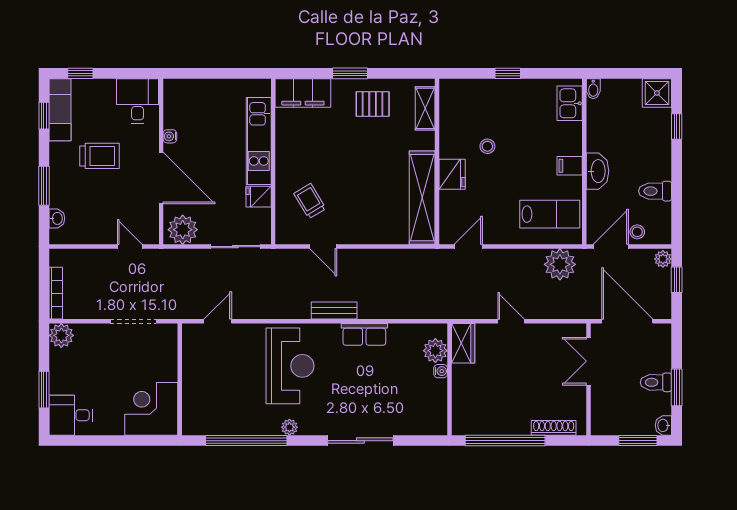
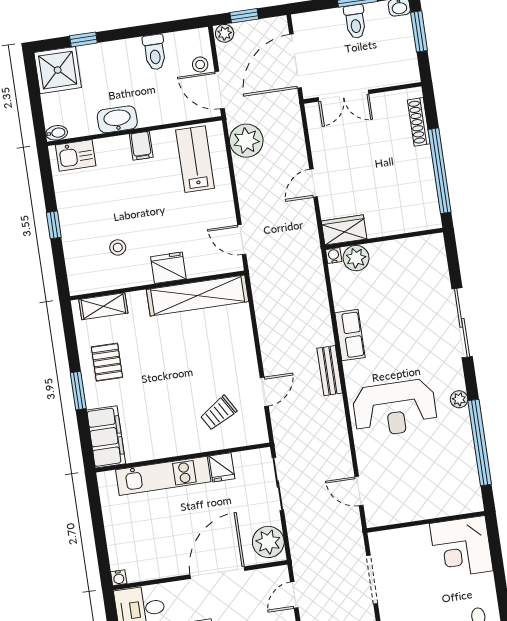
shower: (657, 93) -> (58, 70), width x1.36, depth x1.36
water cooler: (170, 136) -> (119, 578), moved
stool: (487, 146) -> (118, 247), moved
washbasin: (597, 171) -> (117, 119), moved
reception desk: (290, 366) -> (395, 408), turned 180
water cooler: (441, 371) -> (334, 256), moved

